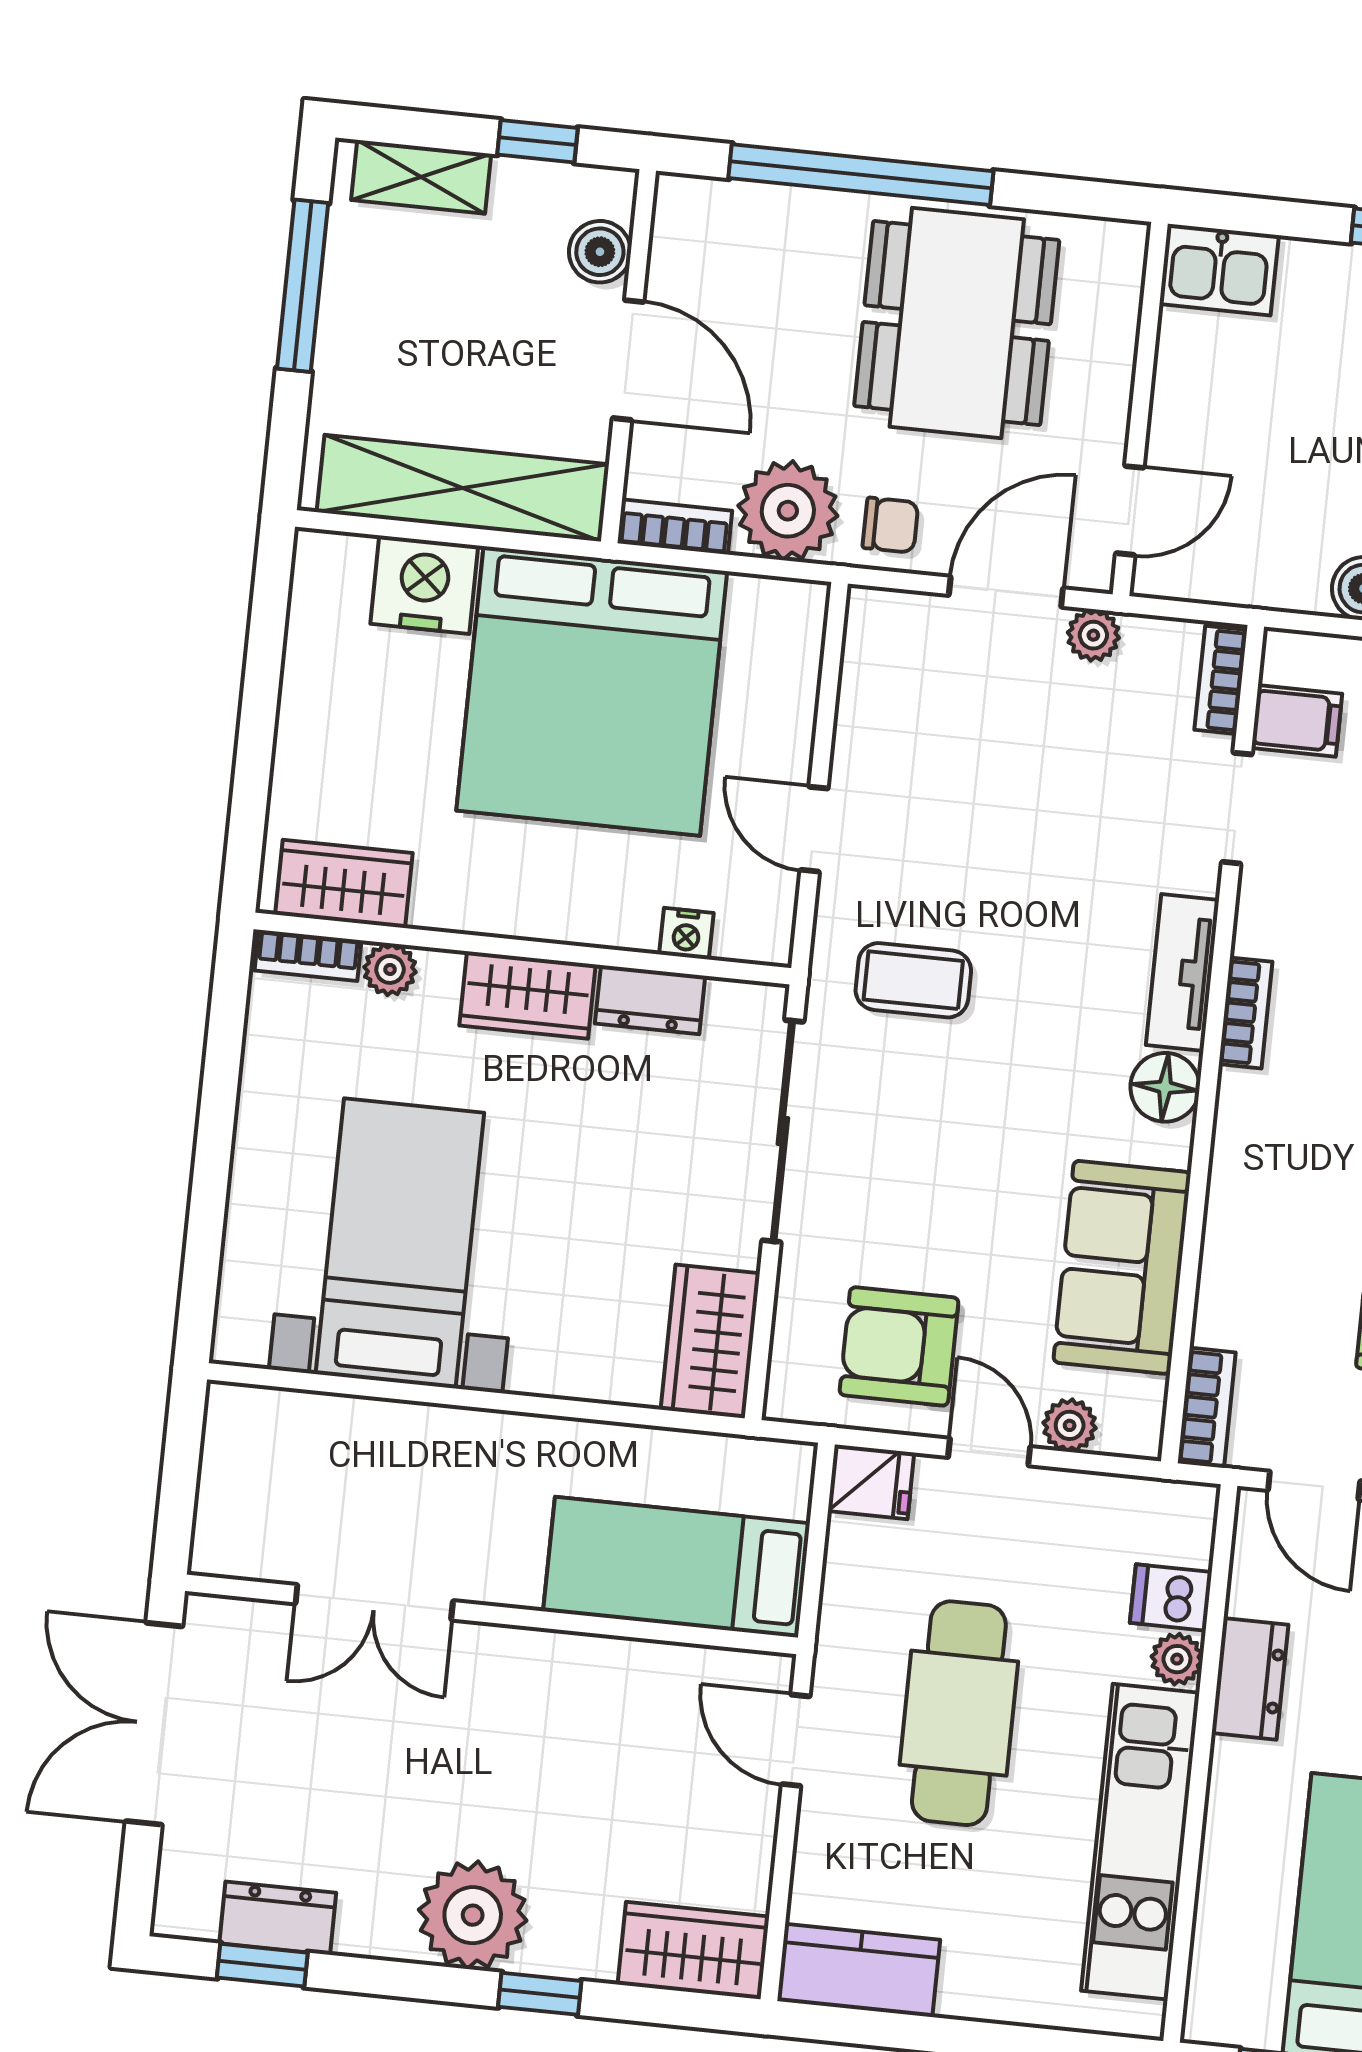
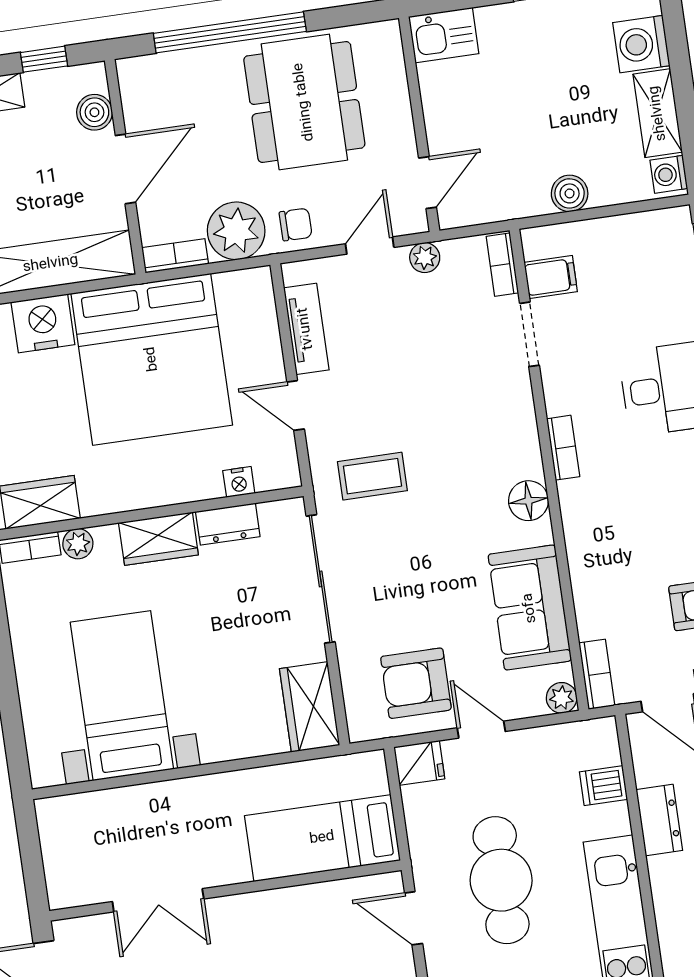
door: (628, 360) -> (125, 169), hinge flipped
door: (1006, 592) -> (370, 246), width x0.73
tv unit: (1182, 972) -> (306, 329), moved, turned 180
plant: (1070, 1425) -> (562, 698), moved
plant: (1177, 1659) -> (616, 819), removed

